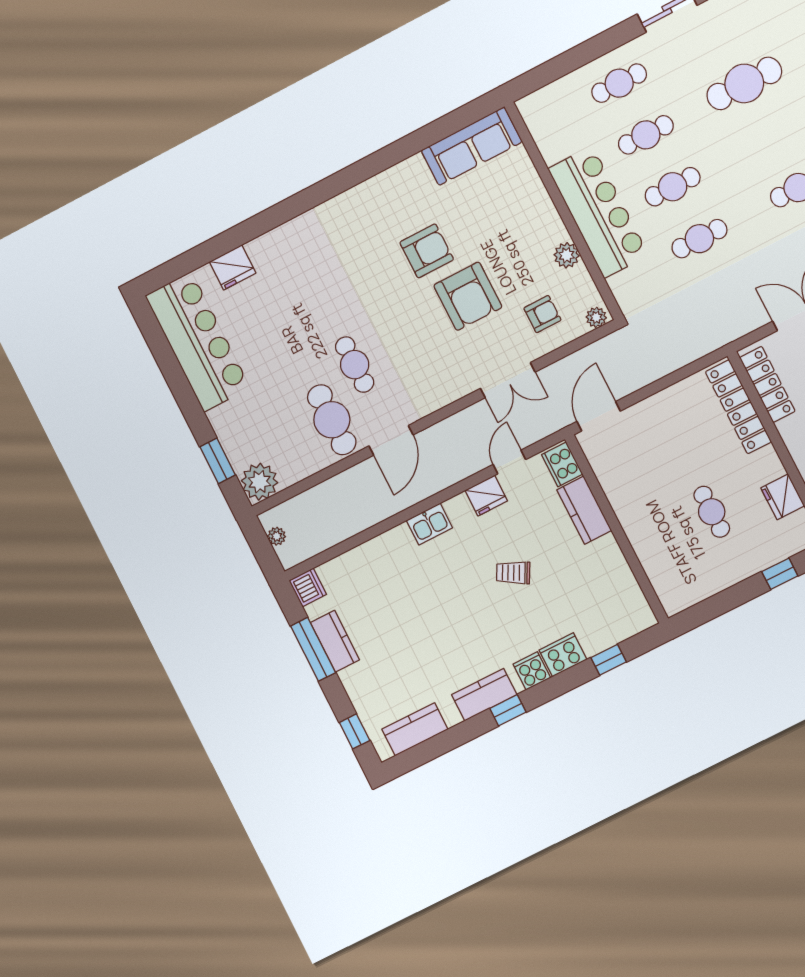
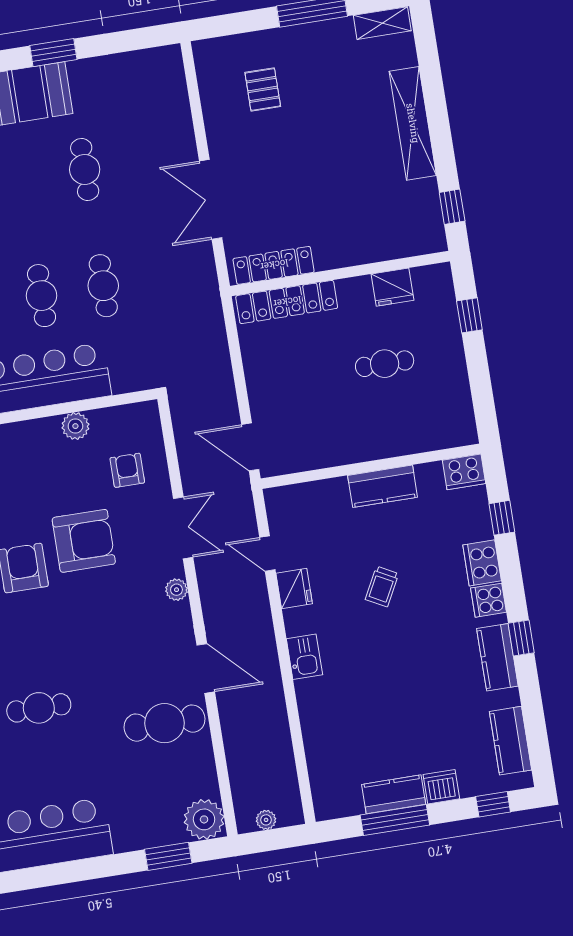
plant: (596, 317) -> (176, 590), moved
cafe table: (355, 365) -> (39, 708), moved
cooker: (562, 464) -> (464, 472), moved
kitchen counter: (584, 510) -> (383, 486), moved
dishwasher: (308, 587) -> (441, 787), moved

